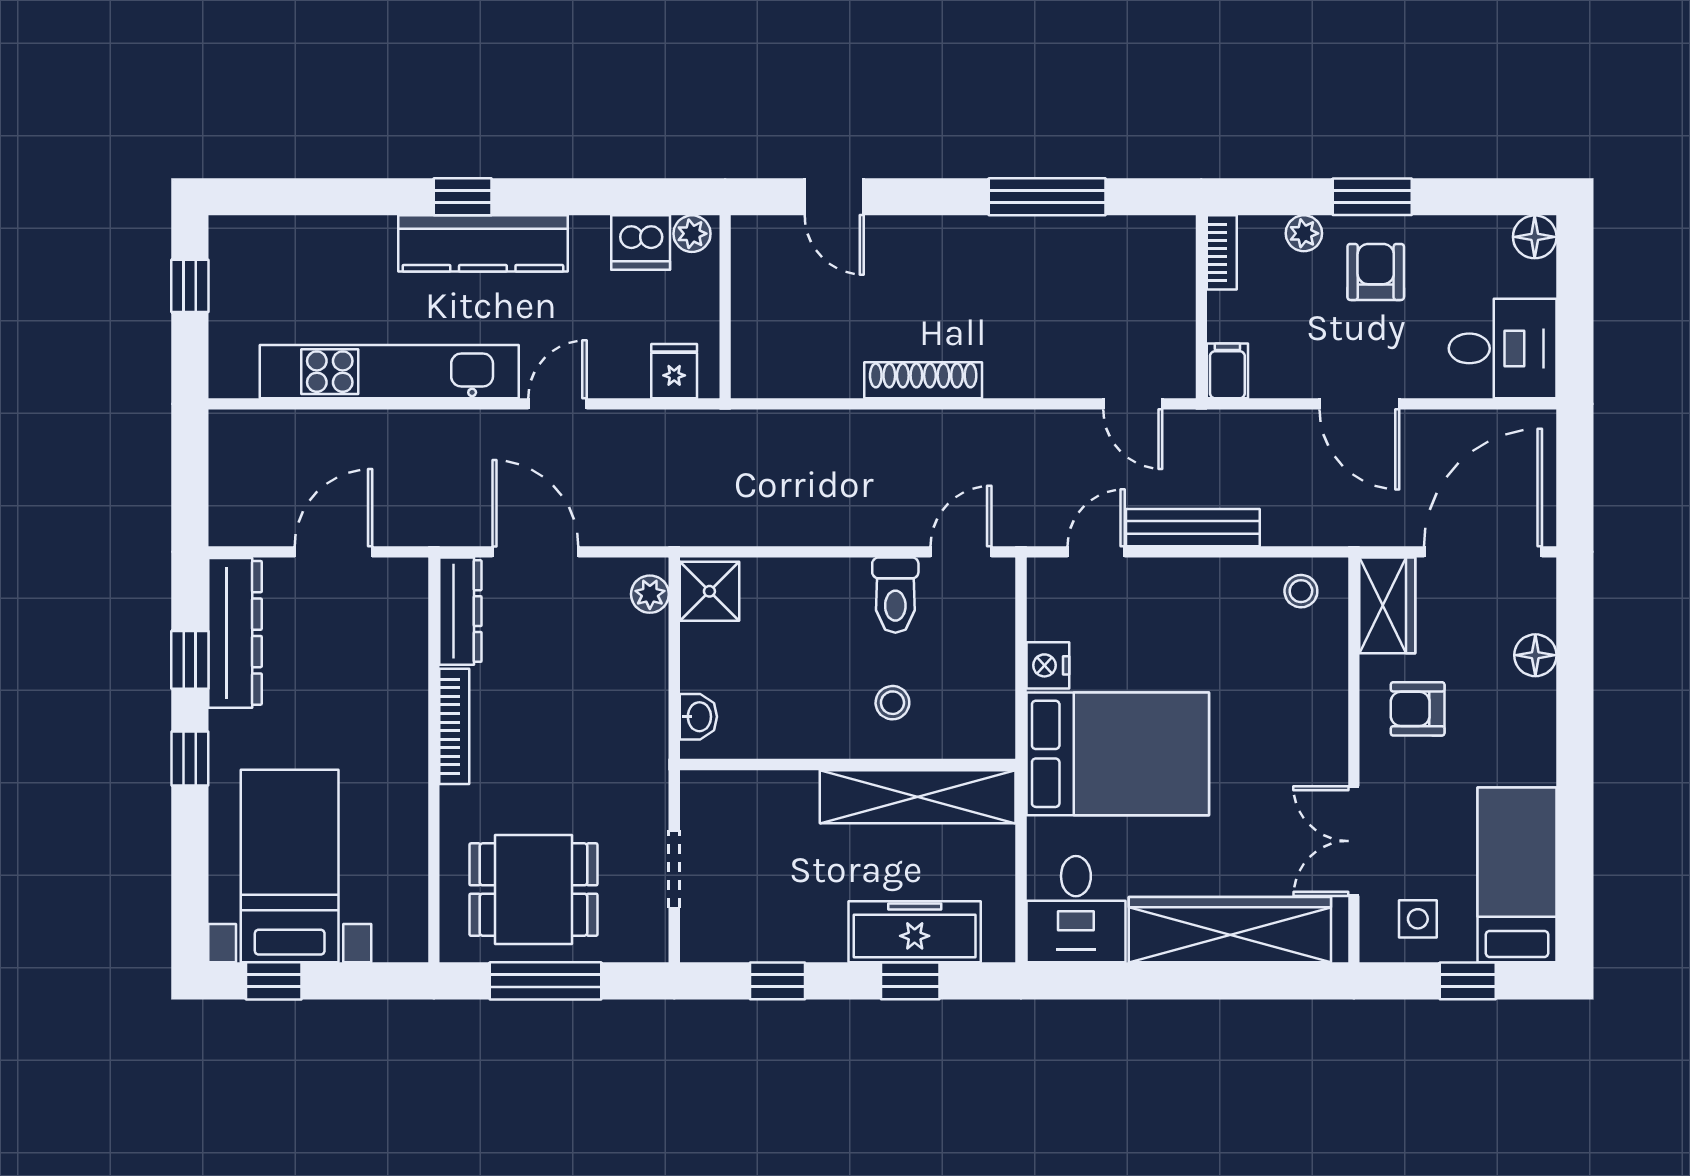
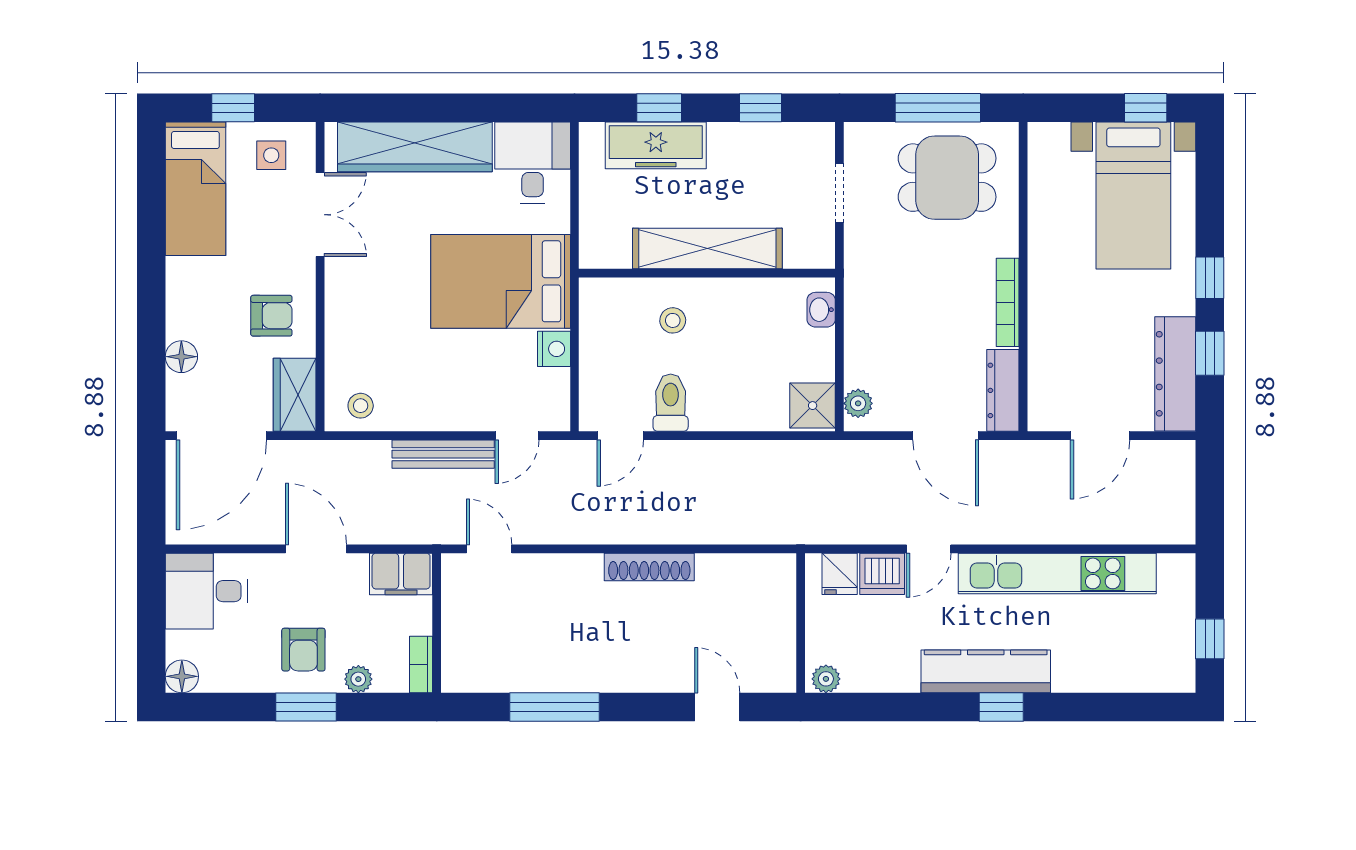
dishwasher: (641, 243) -> (882, 574), moved, turned 180
filing cabinet: (1227, 371) -> (401, 574), width x2.00
shelving: (918, 797) -> (707, 249), moved

